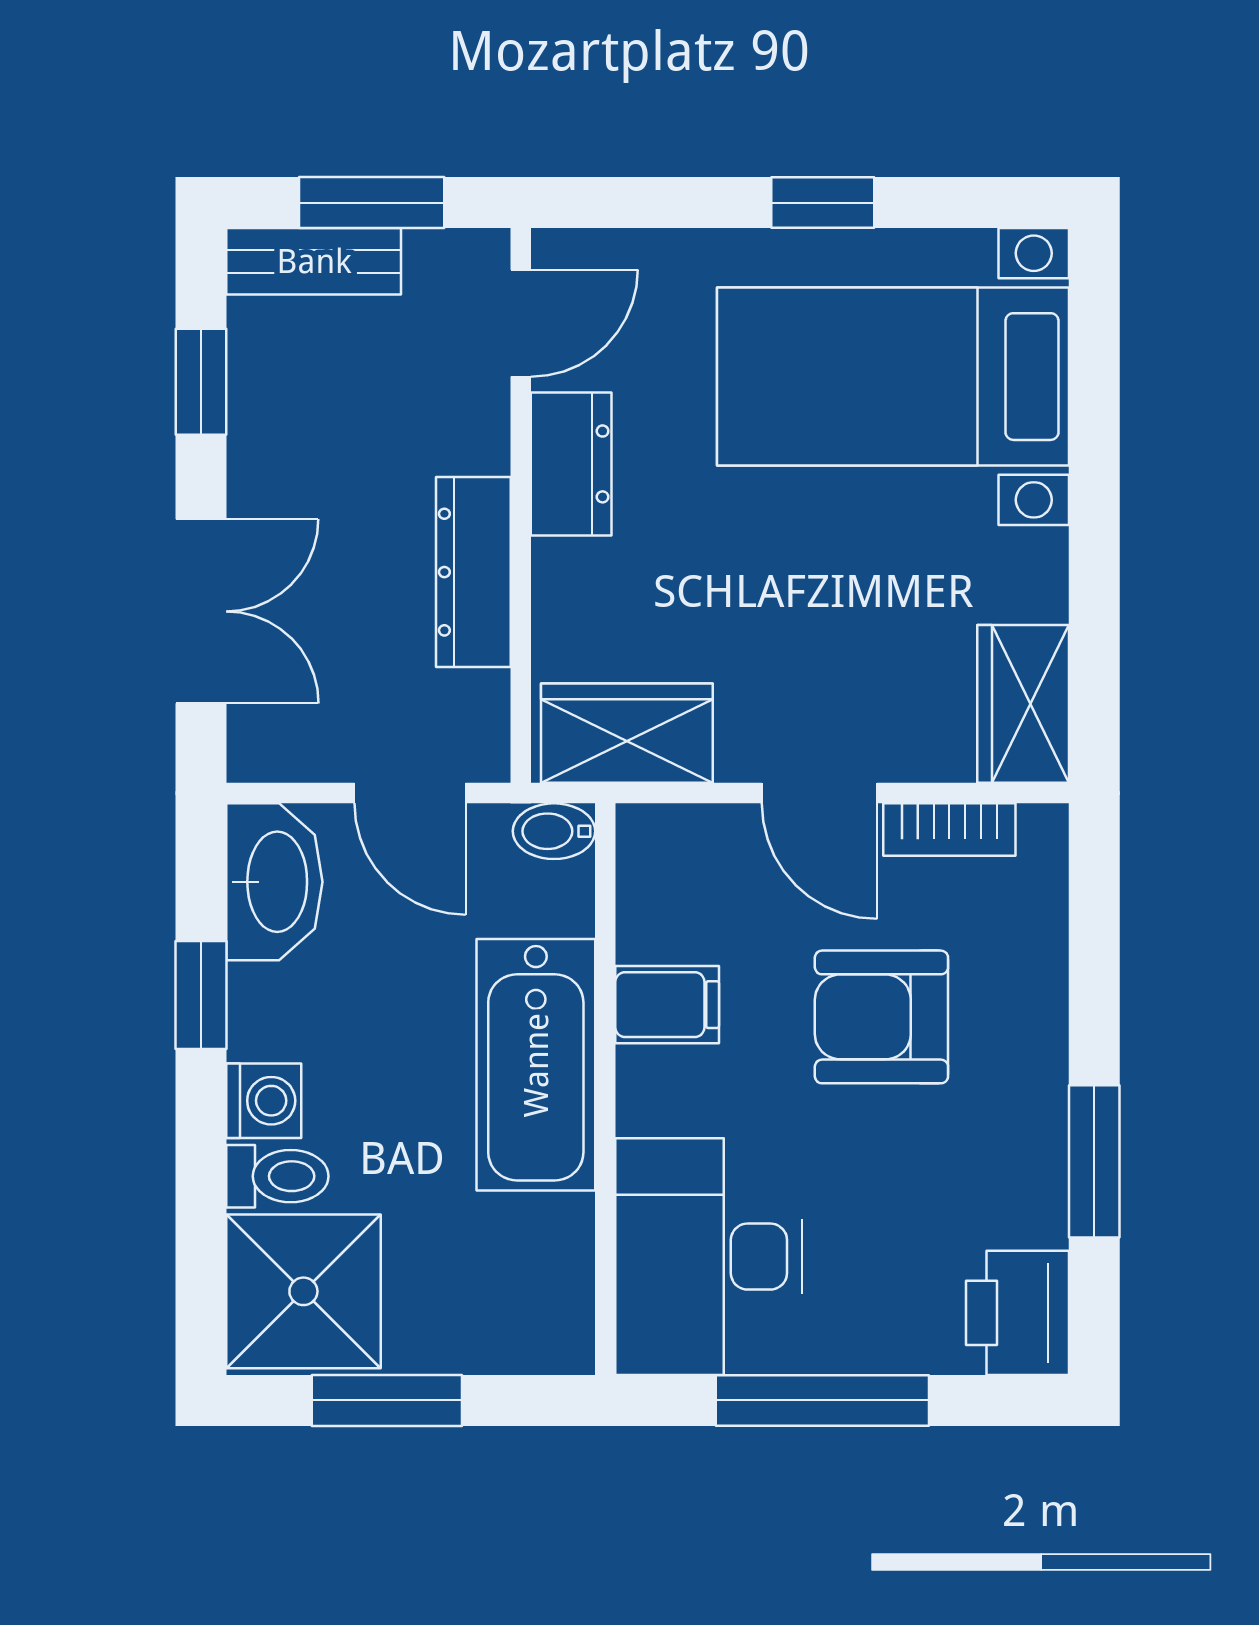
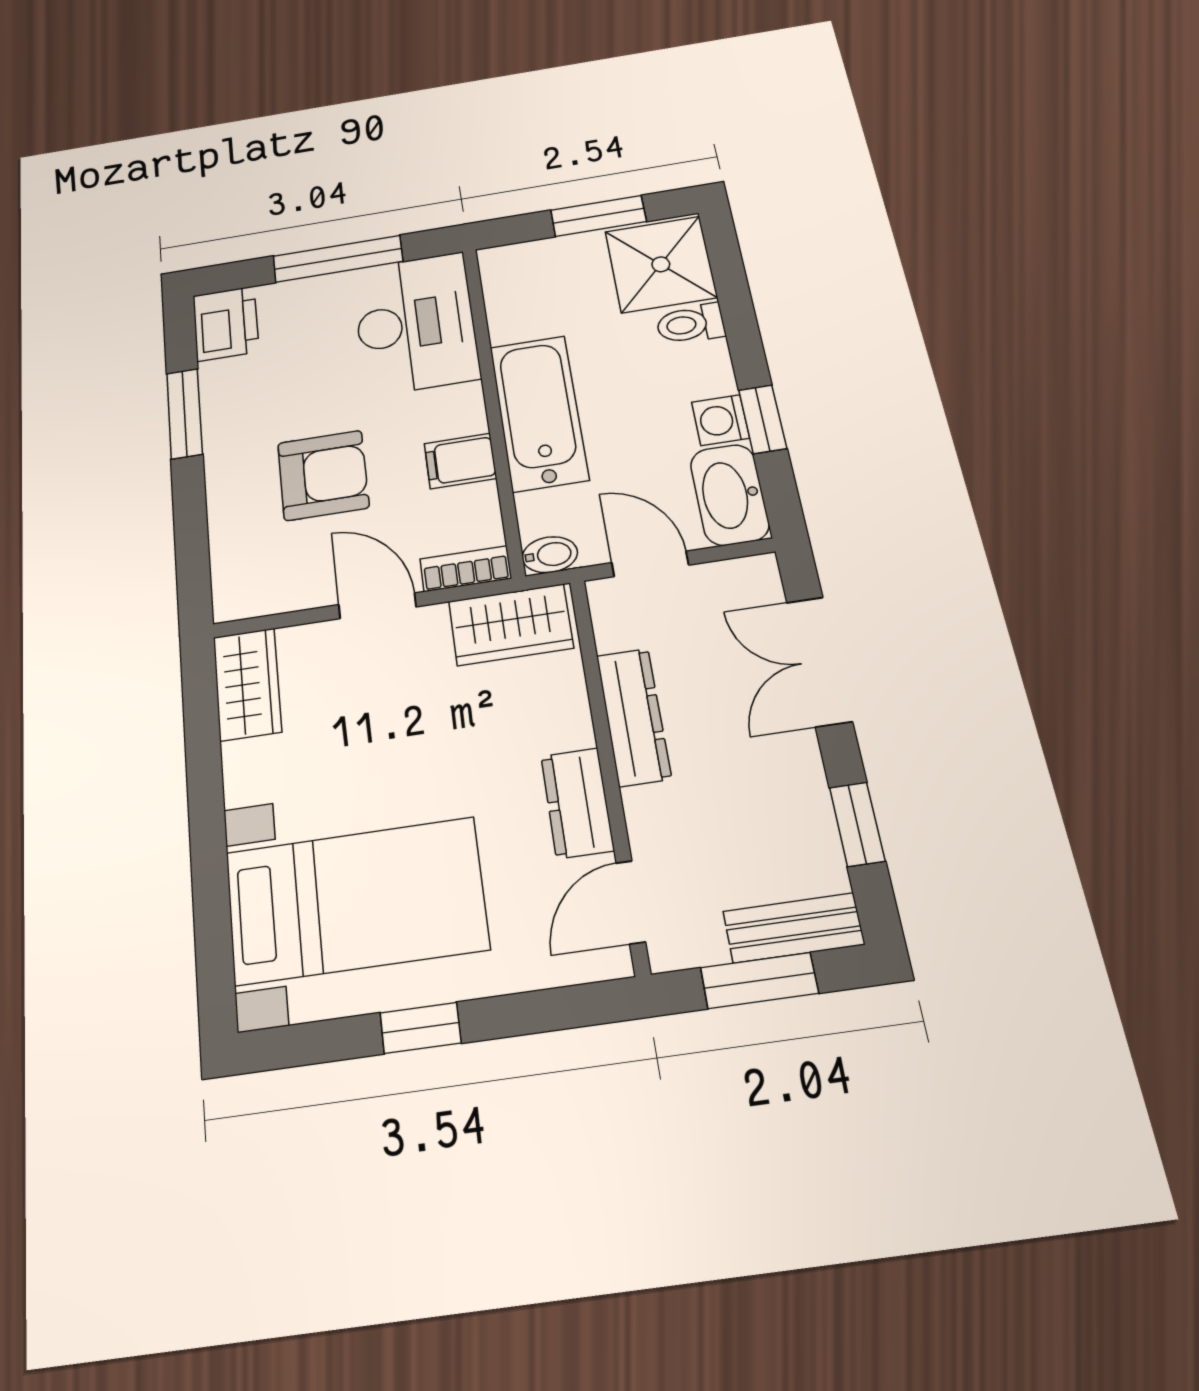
bookcase: (949, 830) -> (466, 569), moved
washing machine: (264, 1101) -> (720, 420), moved

